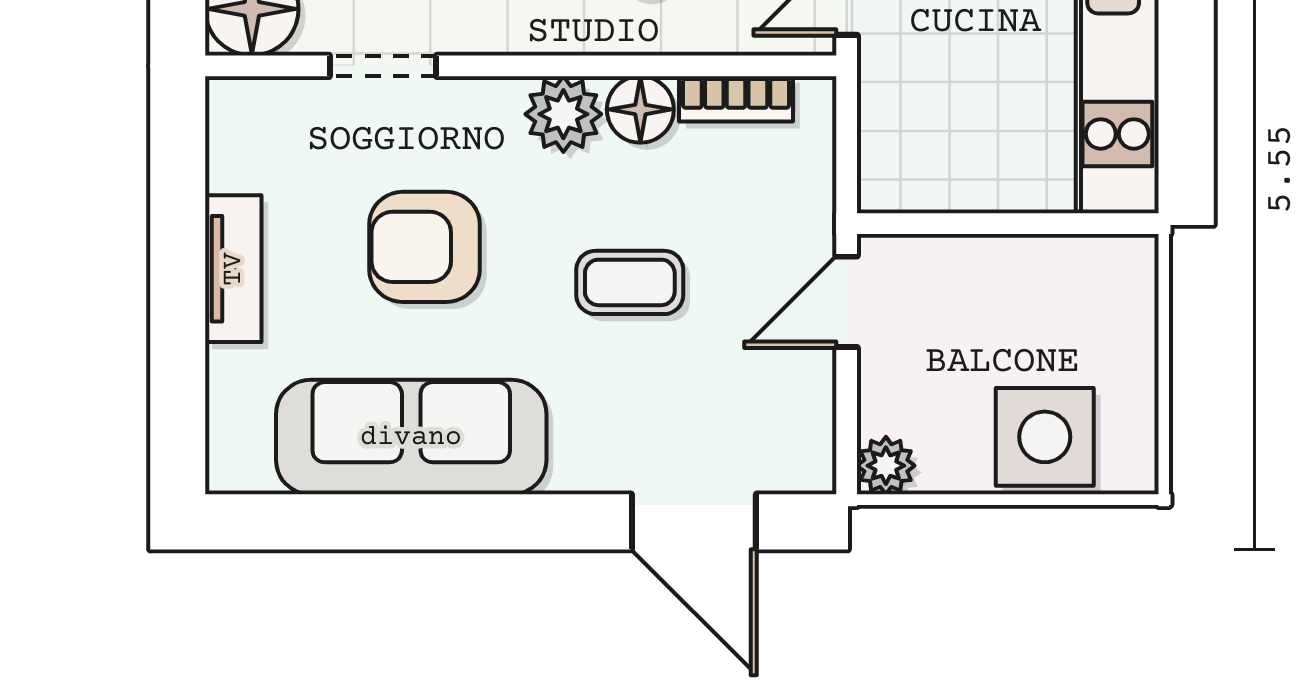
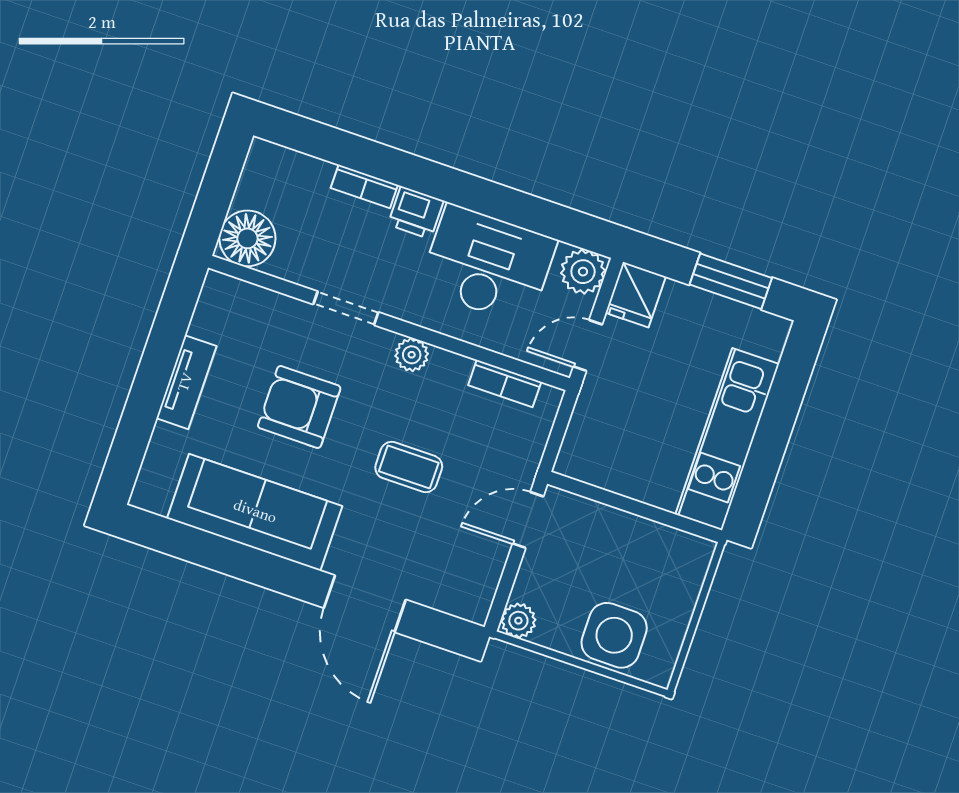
doorway: (383, 66) -> (346, 308), moved
floor lamp: (640, 109) -> (448, 371), removed
plant: (563, 114) -> (412, 355), width x0.73, depth x0.73
door: (694, 522) -> (365, 604), moved

